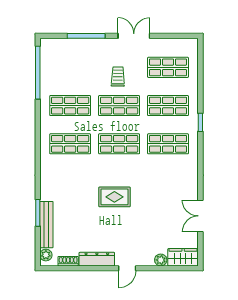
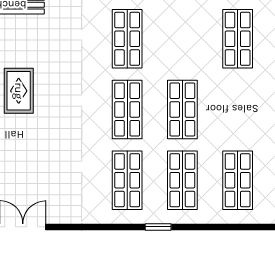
trolley: (118, 77) -> (224, 108), removed
shop shelf: (70, 106) -> (238, 39), moved
rug: (114, 197) -> (19, 91), moved

